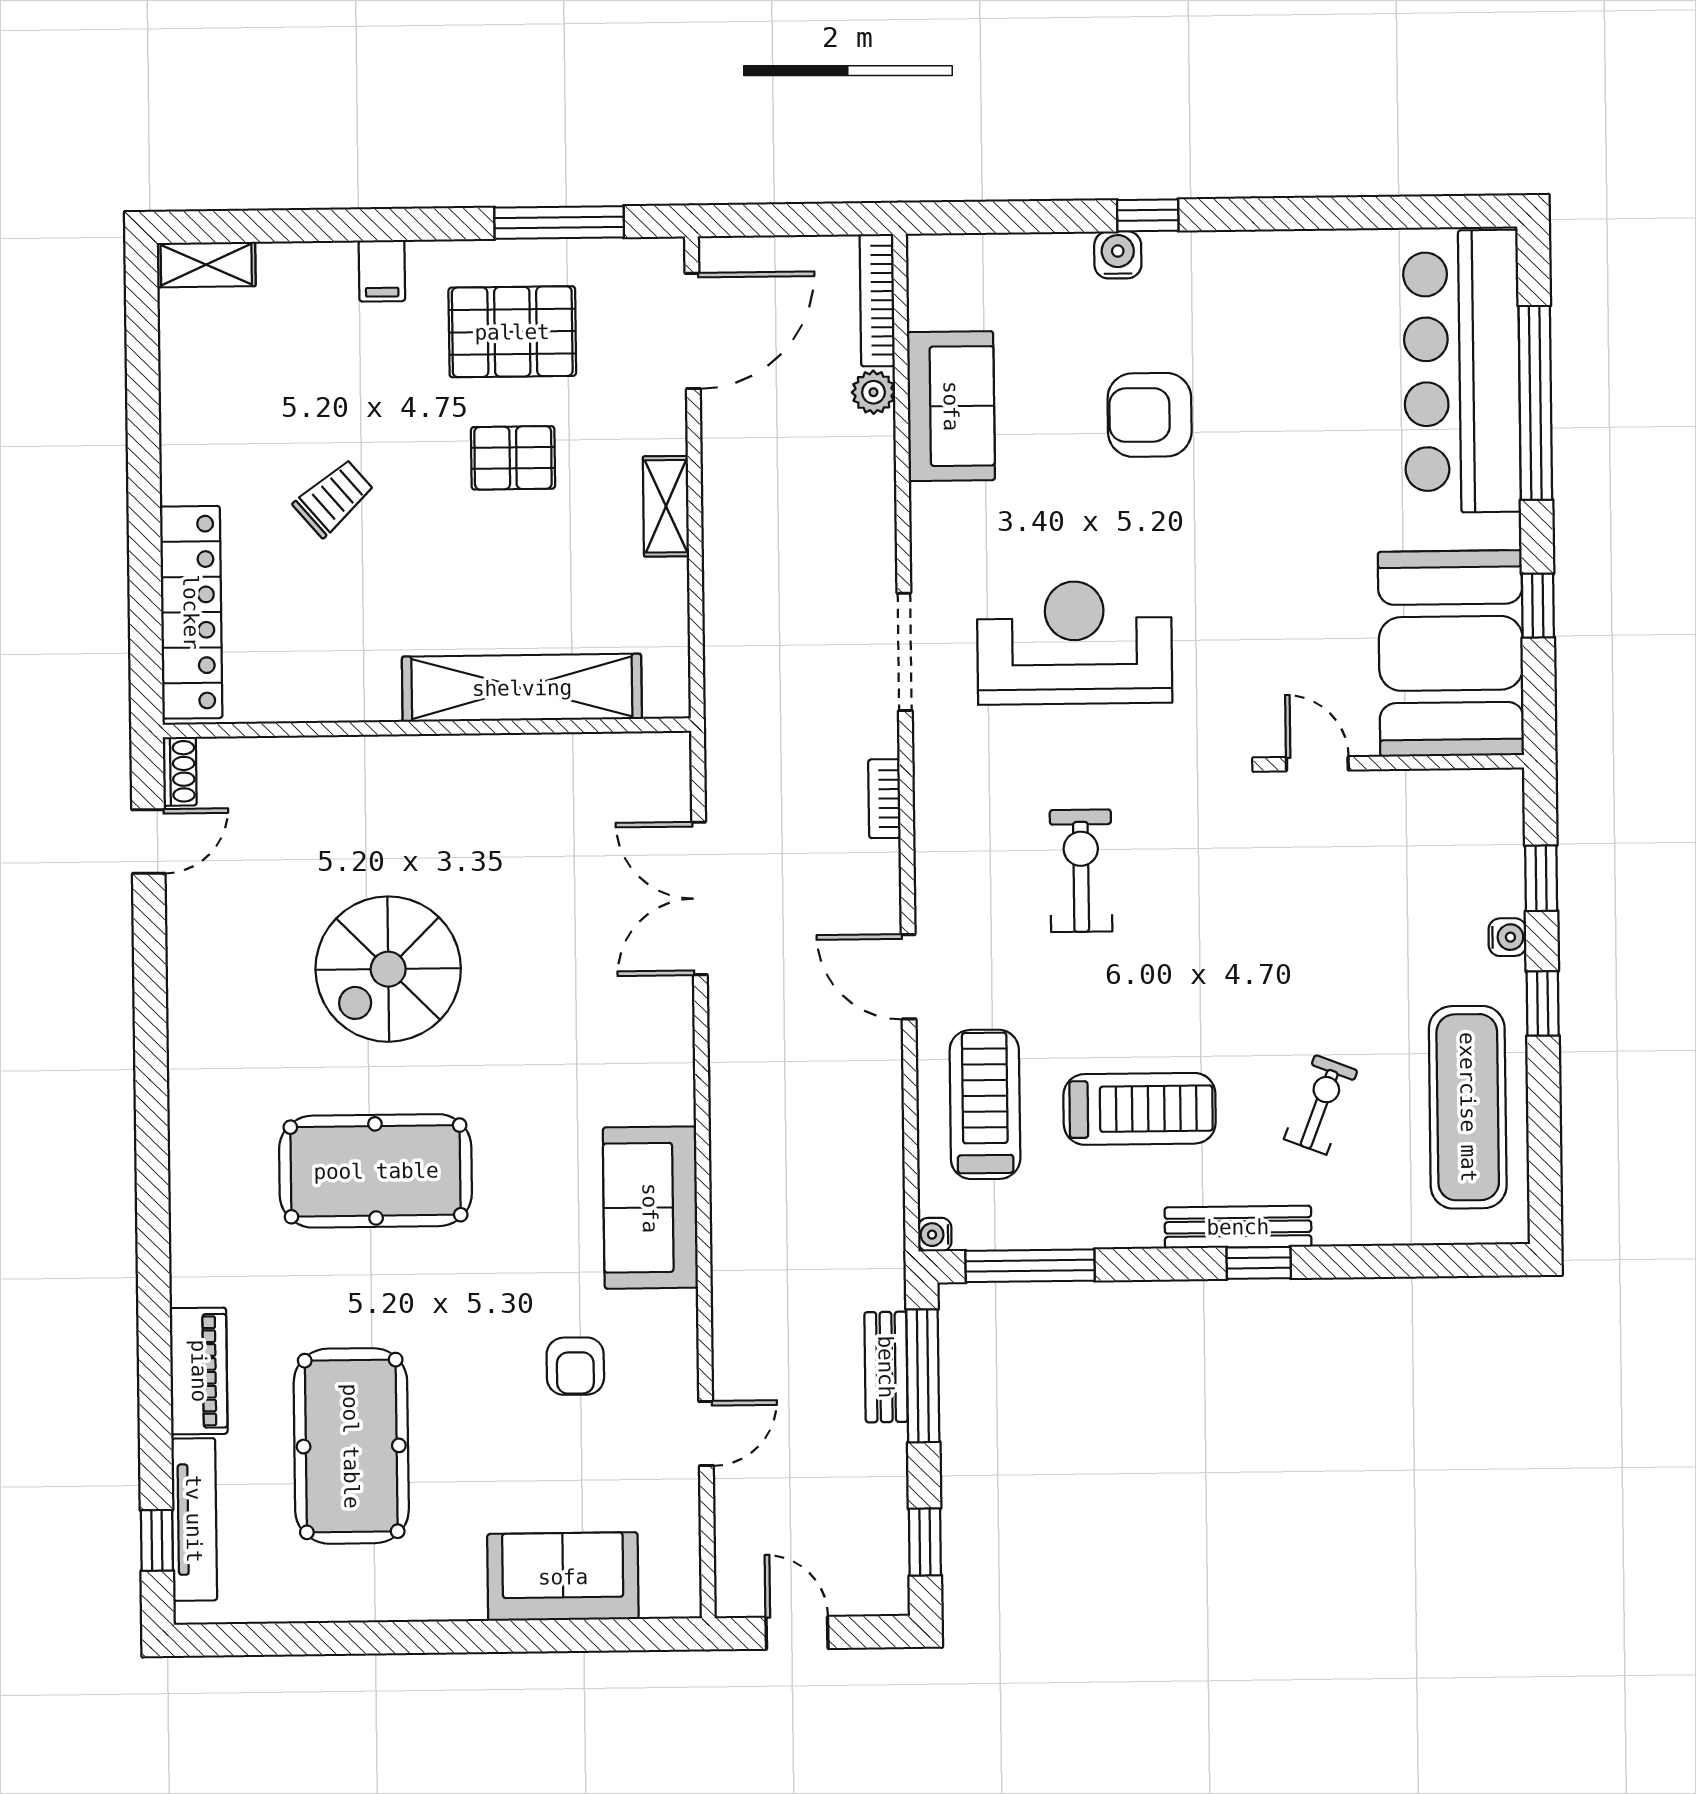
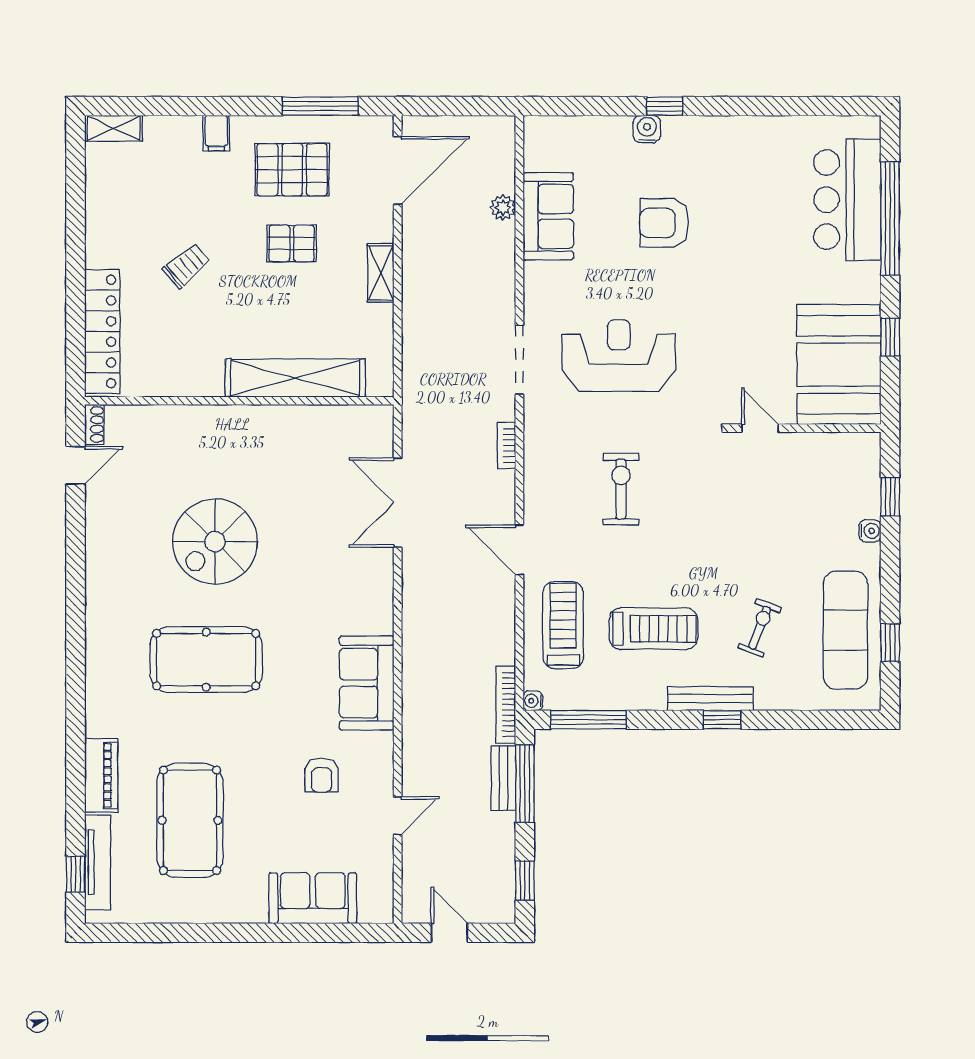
bookcase: (877, 300) -> (506, 705), moved
bar counter: (1462, 371) -> (847, 200), width x0.73
window: (1543, 1003) -> (890, 643), moved

